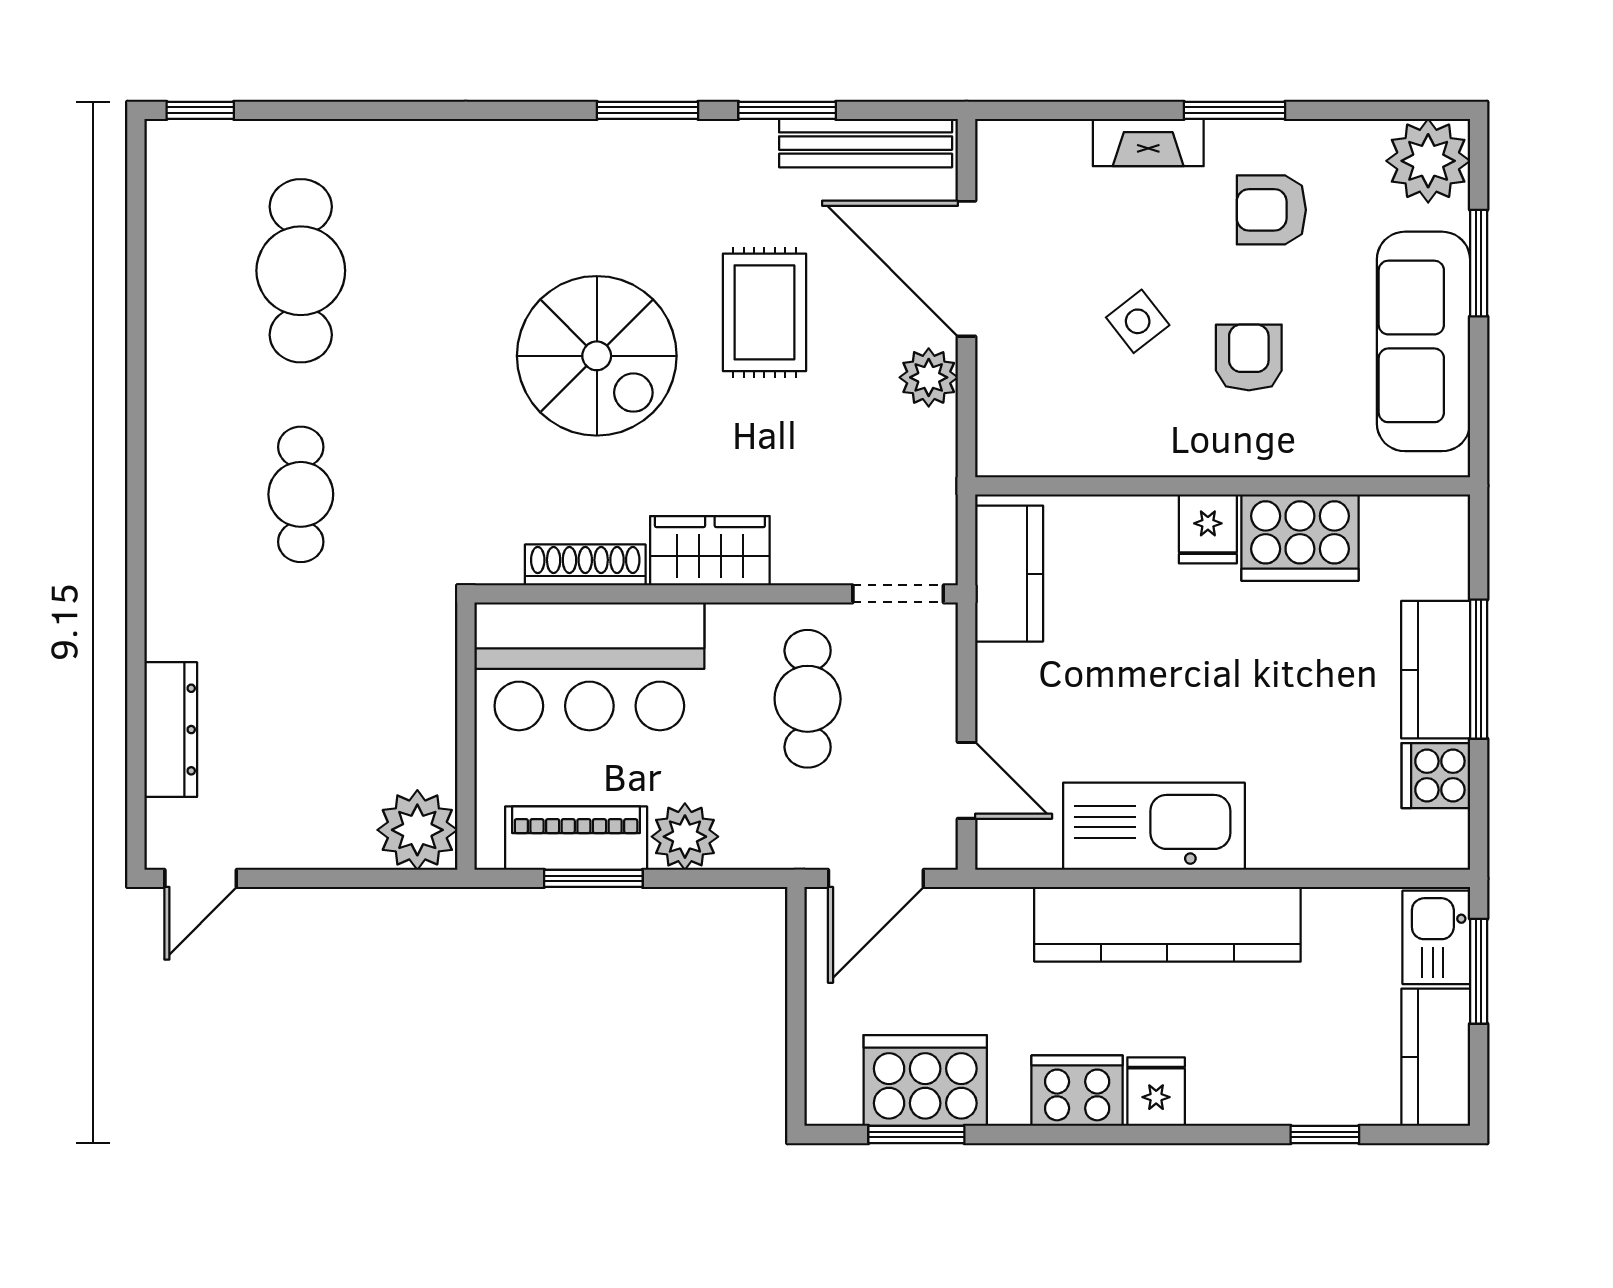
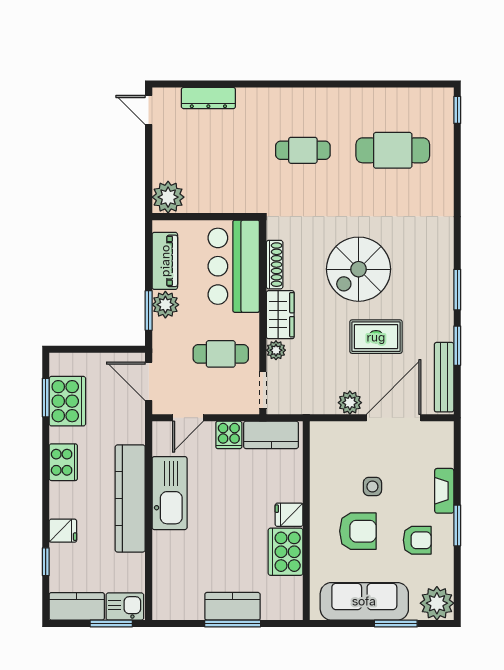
armchair: (1271, 210) -> (417, 540), turned 90
side table: (1138, 321) -> (372, 487), turned 38
armchair: (1249, 357) -> (358, 531), width x1.38, depth x1.38
plant: (798, 561) -> (276, 350), added
cooker: (1436, 776) -> (229, 435), moved, turned 180
window: (593, 878) -> (149, 310), moved
fridge: (1156, 1092) -> (63, 531), moved

